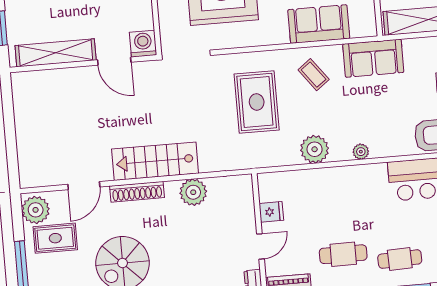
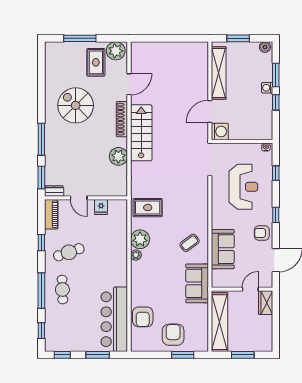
rug: (257, 102) -> (148, 208), moved, width x0.73, depth x0.70
plant: (361, 152) -> (136, 255), moved
door: (84, 186) -> (129, 84), swing flipped
cafe table: (343, 254) -> (69, 252), turned 71

